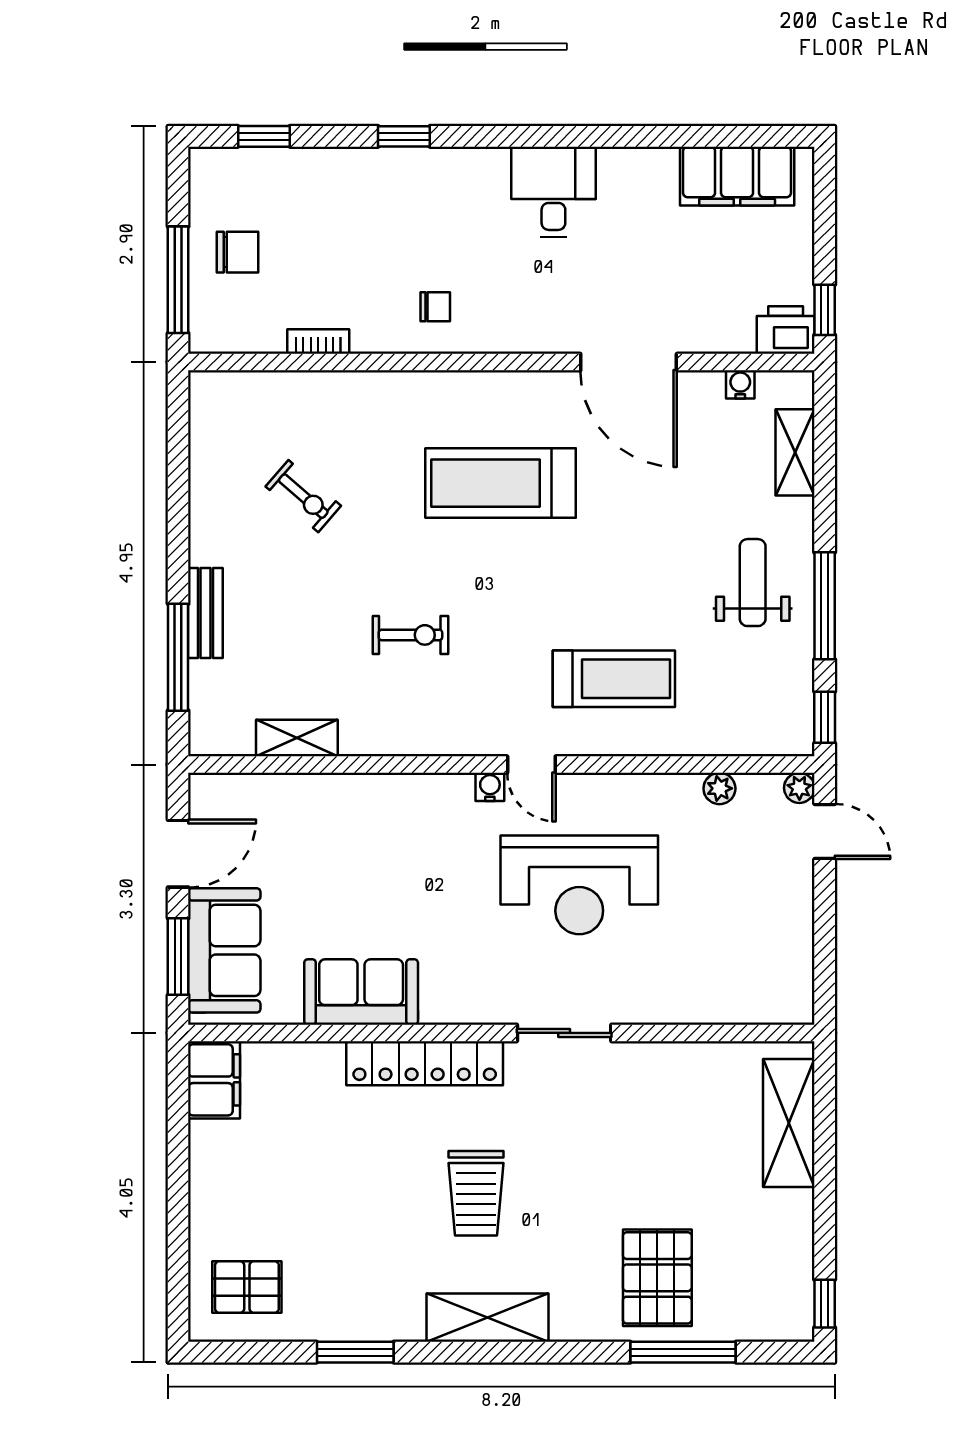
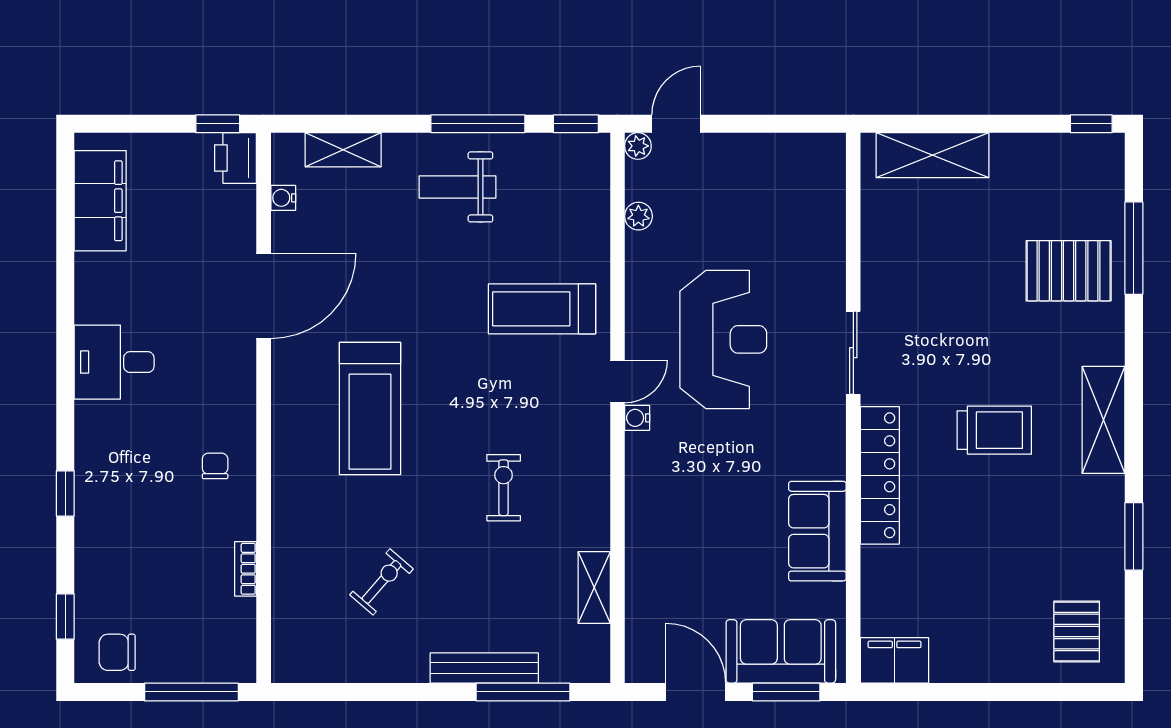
chair: (238, 252) -> (117, 652), moved, turned -90
bench: (205, 613) -> (484, 668), width x1.36
treadmill: (614, 679) -> (542, 309), turned -90

